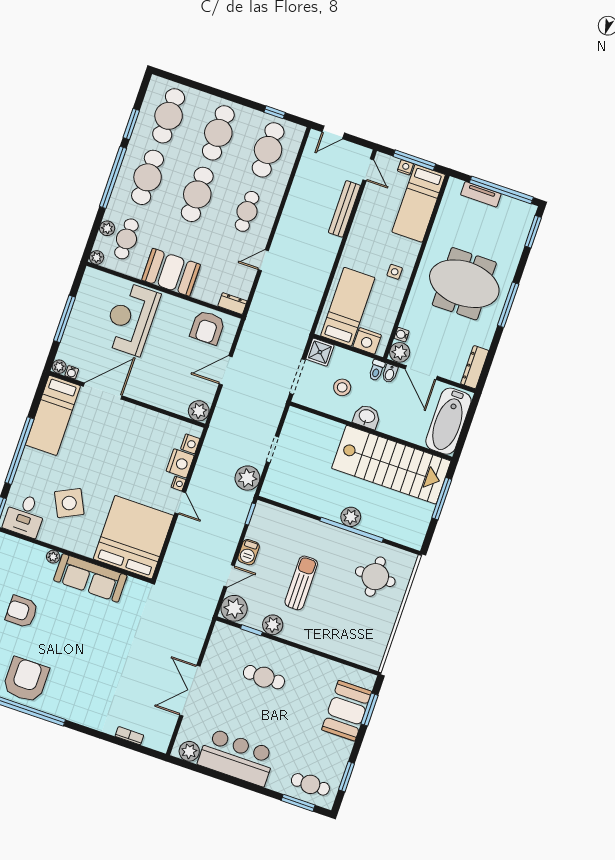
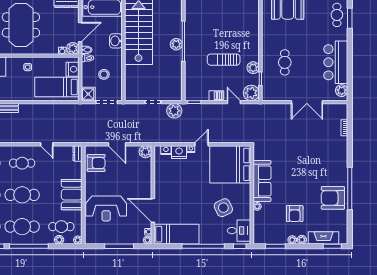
washbasin: (367, 417) -> (116, 41), moved
round table: (375, 577) -> (206, 19), removed

